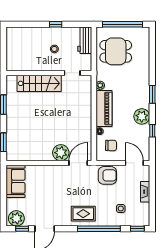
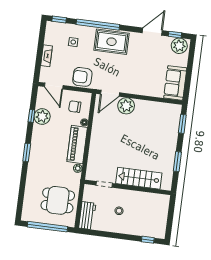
window: (56, 24) -> (148, 240), moved
plant: (142, 116) -> (42, 117), moved
rug: (83, 214) -> (112, 42), width x1.36, depth x1.43

